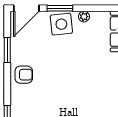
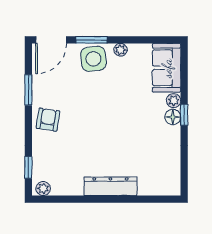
armchair: (24, 75) -> (48, 120), turned -81

